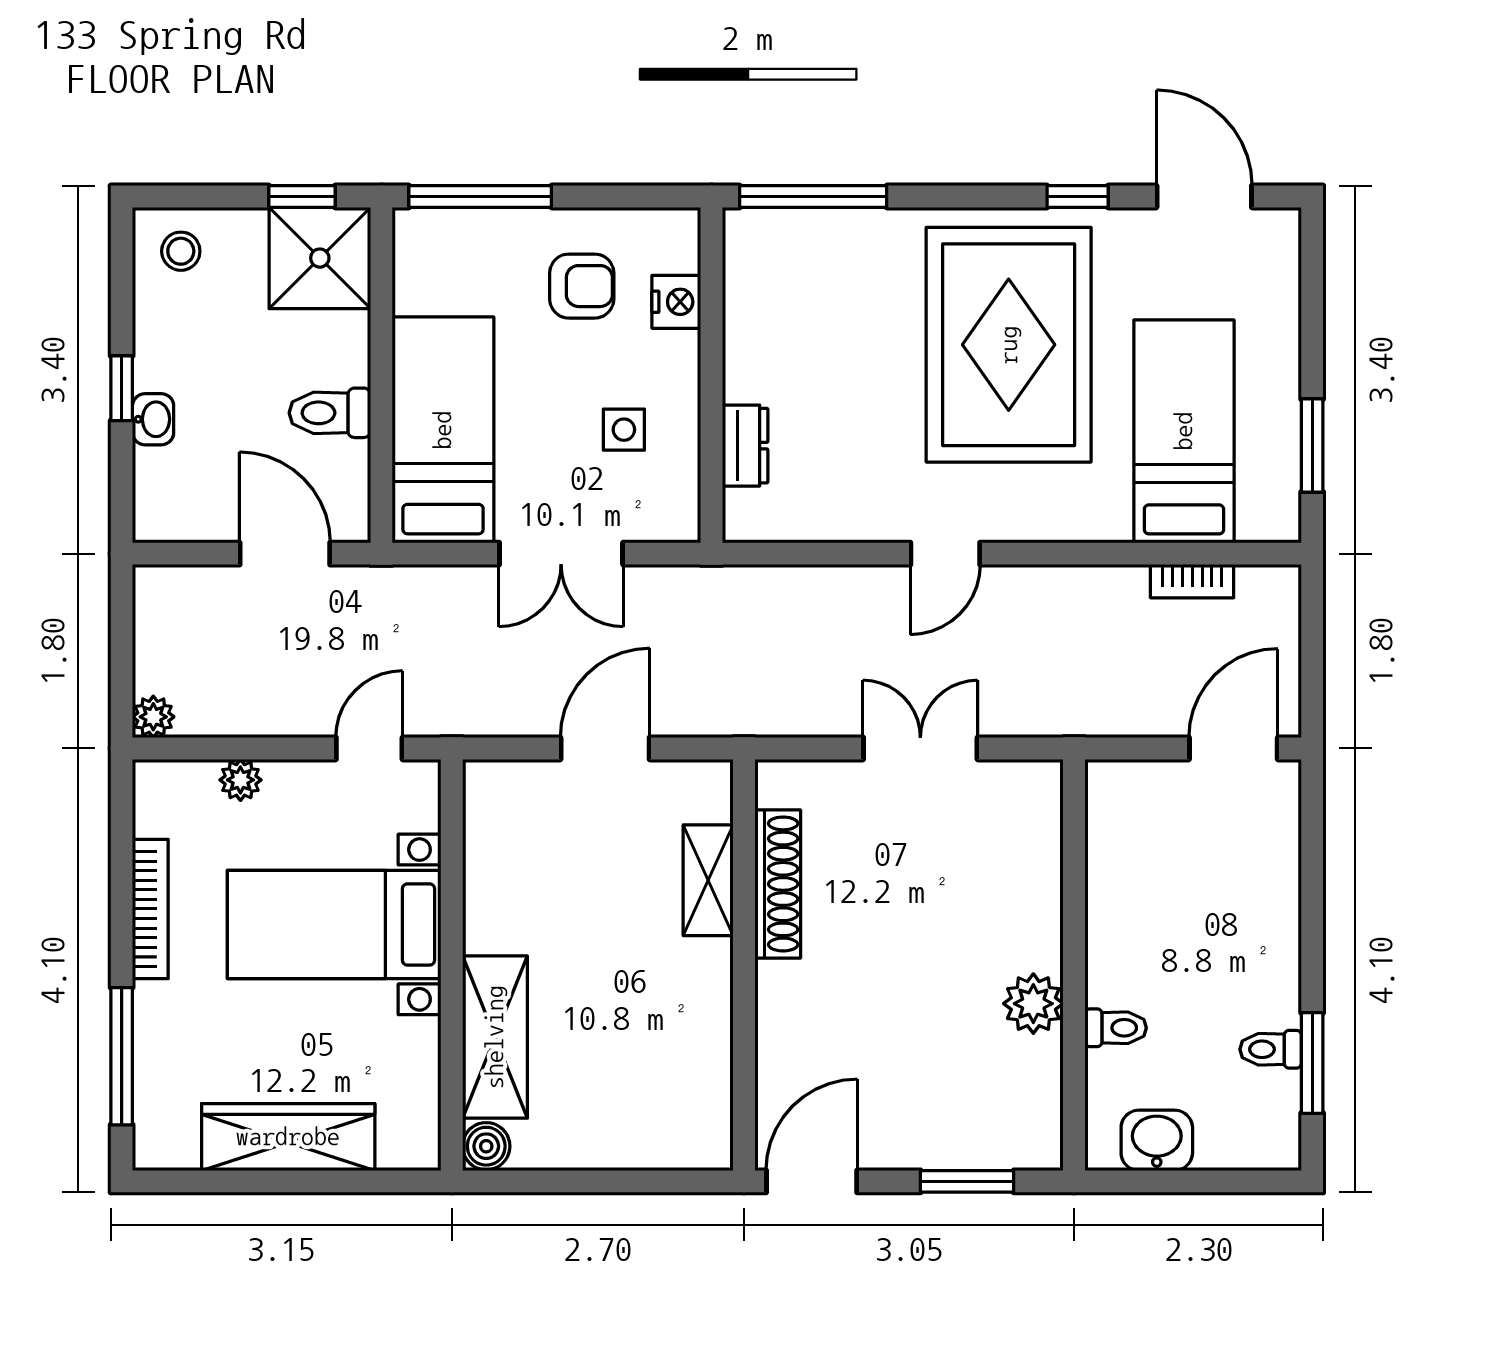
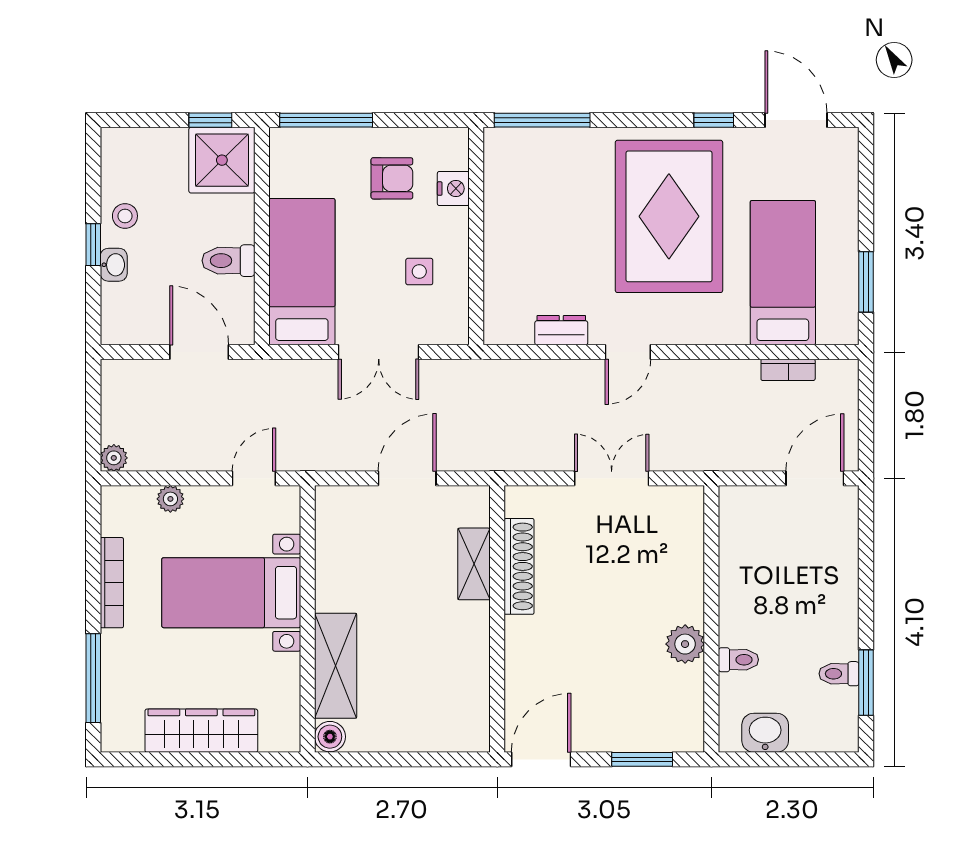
stool: (181, 251) -> (125, 216), moved
dresser: (745, 446) -> (561, 330), moved, turned -90

